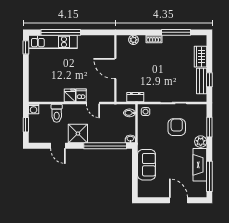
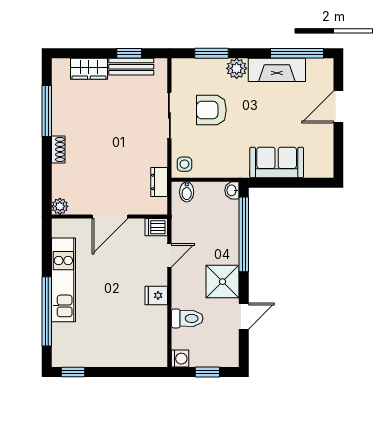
plant: (133, 40) -> (60, 206), moved
kitchen unit: (53, 42) -> (63, 280), moved
dishwasher: (81, 95) -> (156, 227), moved

